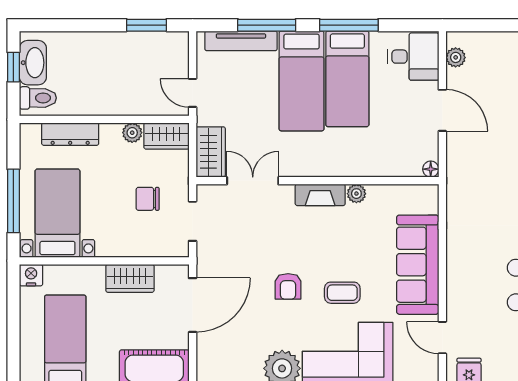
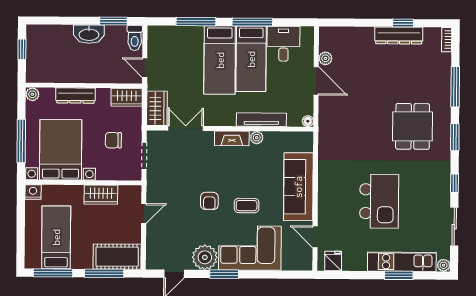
tv unit: (241, 41) -> (261, 120), moved, turned 180
desk: (413, 57) -> (283, 44), moved, turned -90
plant: (456, 57) -> (325, 58), moved
washbasin: (33, 63) -> (89, 34), moved, turned 90
toilet: (38, 98) -> (135, 38), moved, turned 90
plant: (132, 133) -> (32, 94), moved
dresser: (70, 134) -> (75, 96), moved
bed with nightstands: (57, 213) -> (61, 150), width x1.36
door: (193, 305) -> (144, 213), width x0.53

